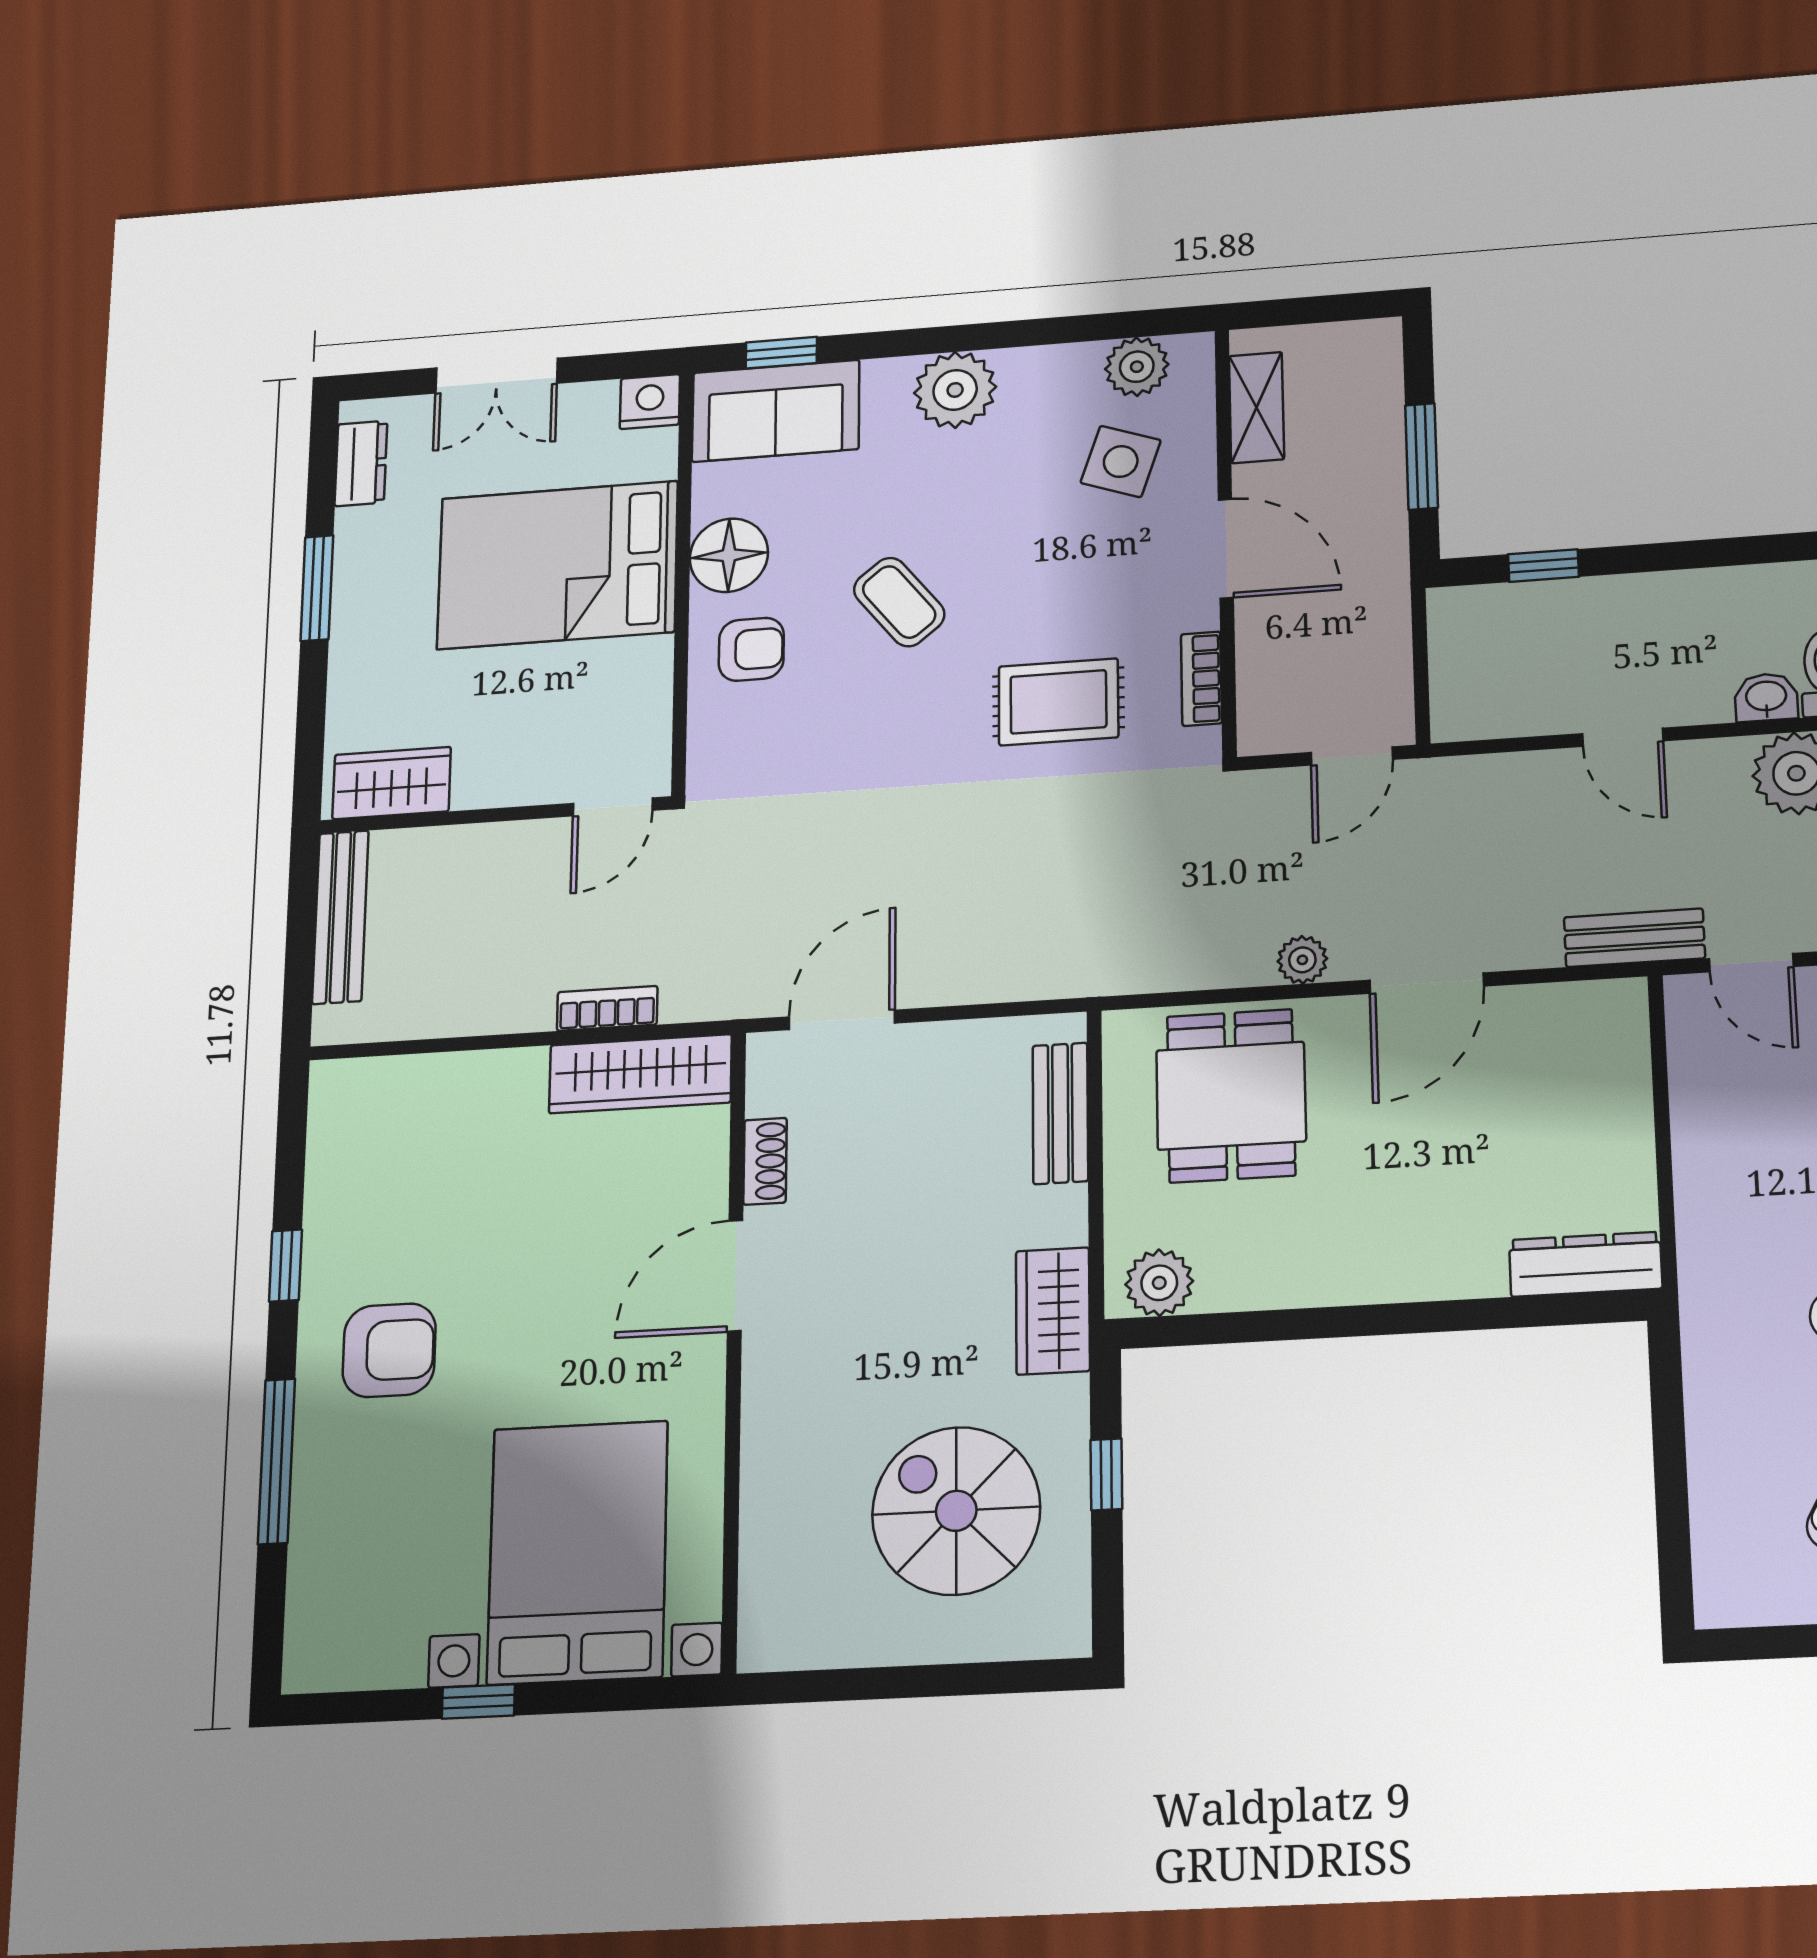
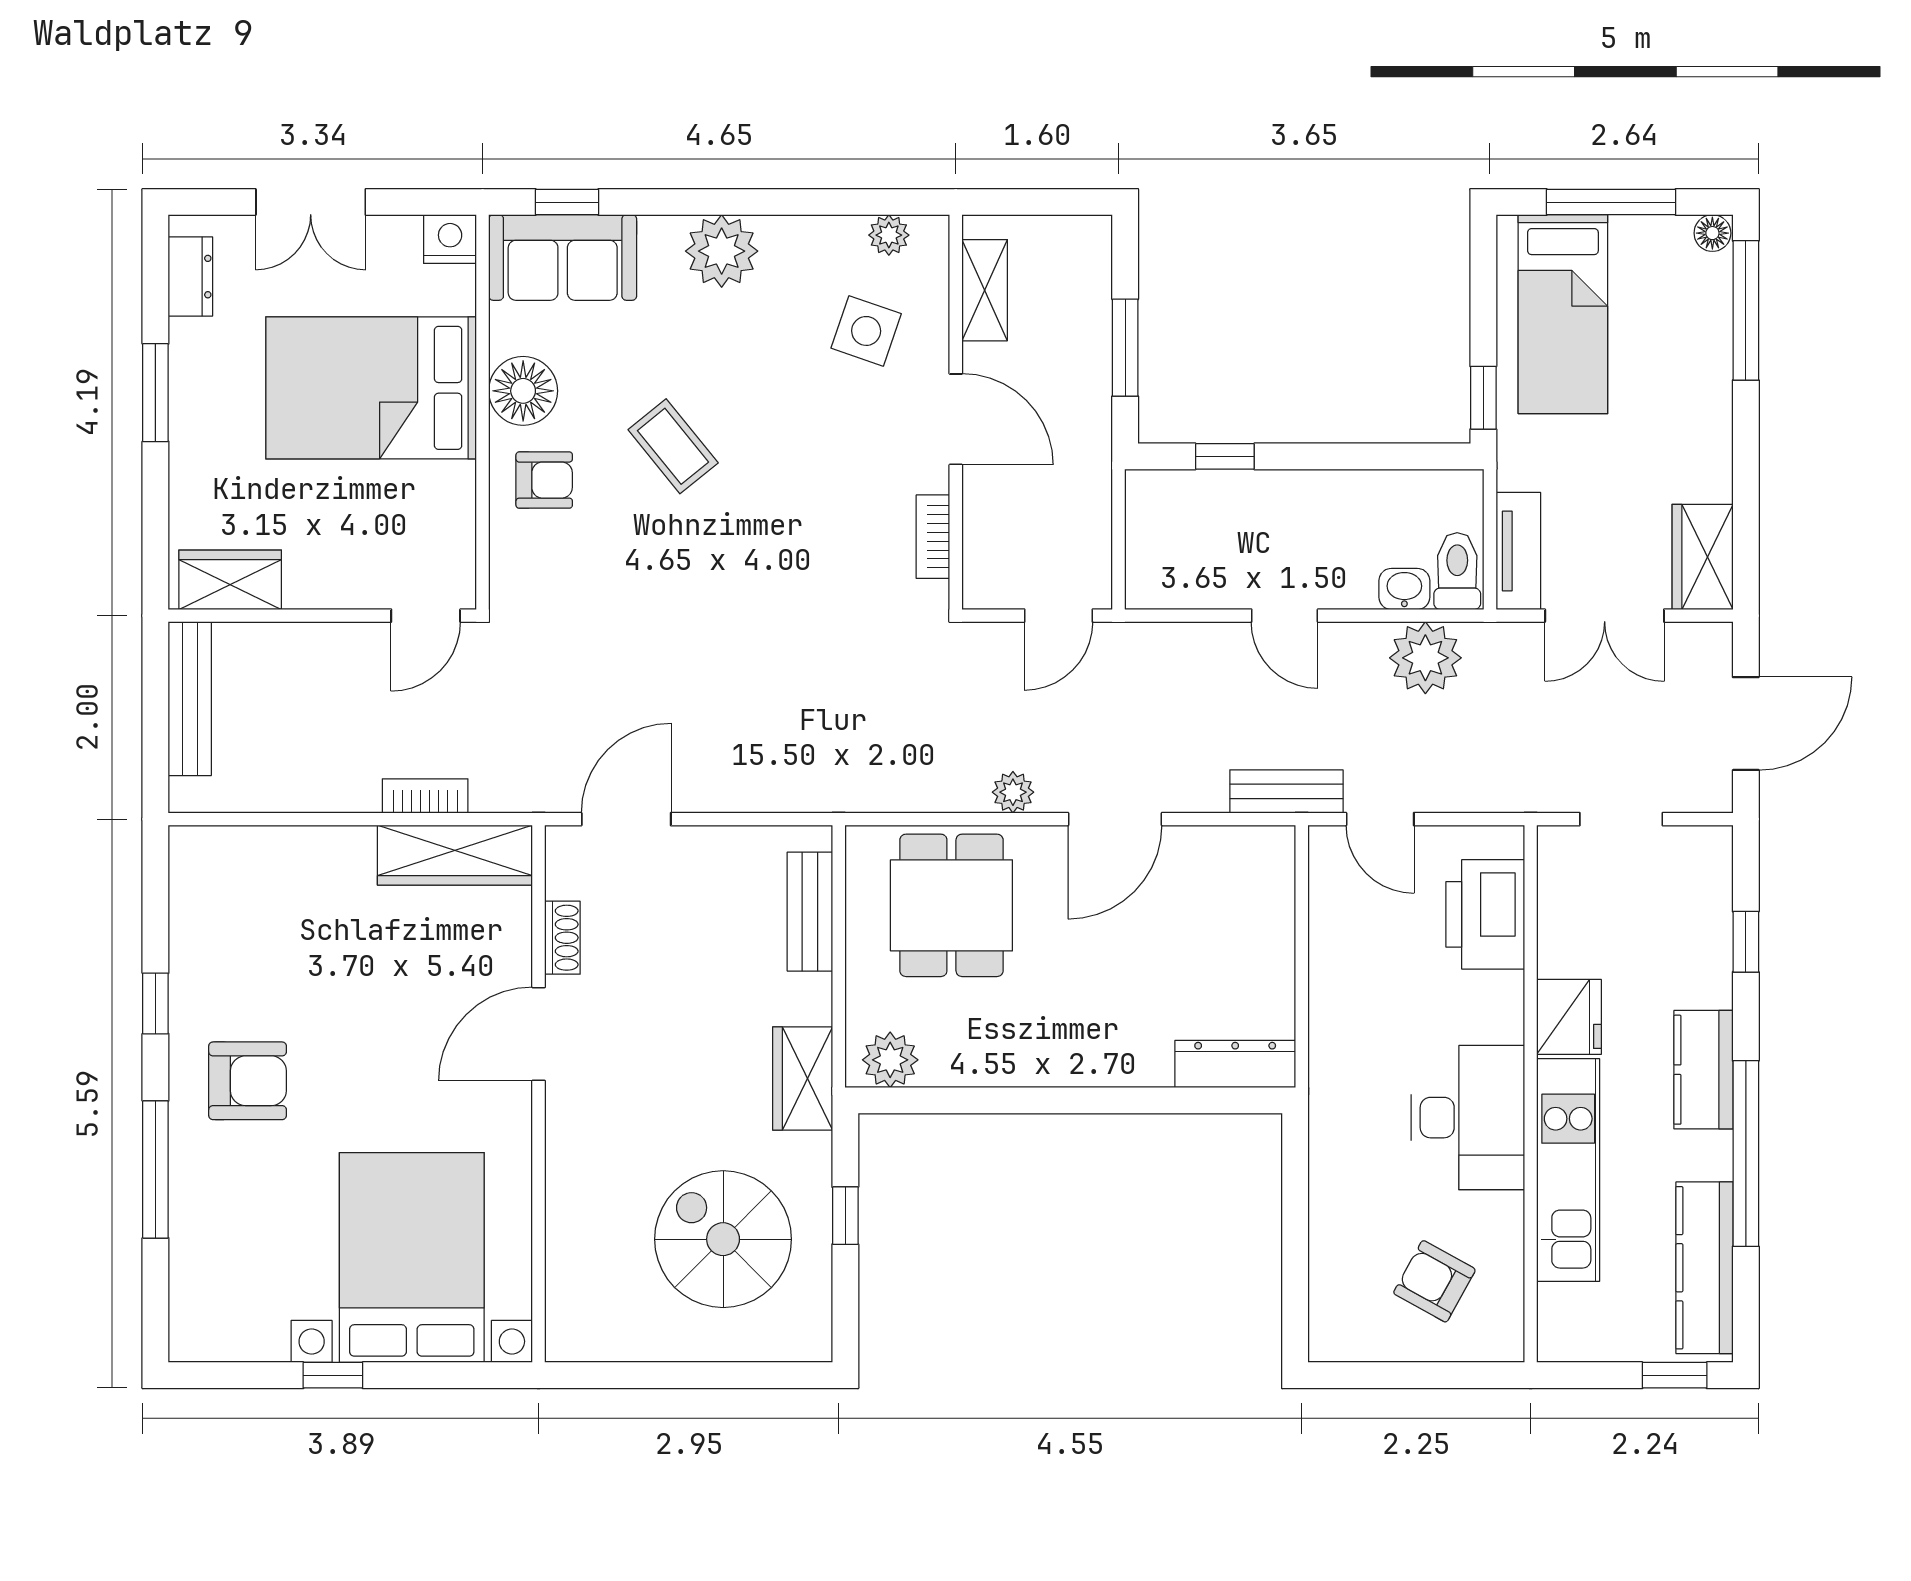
plant: (1137, 367) -> (889, 235), width x0.73, depth x0.73
rug: (1058, 702) -> (811, 548), removed

